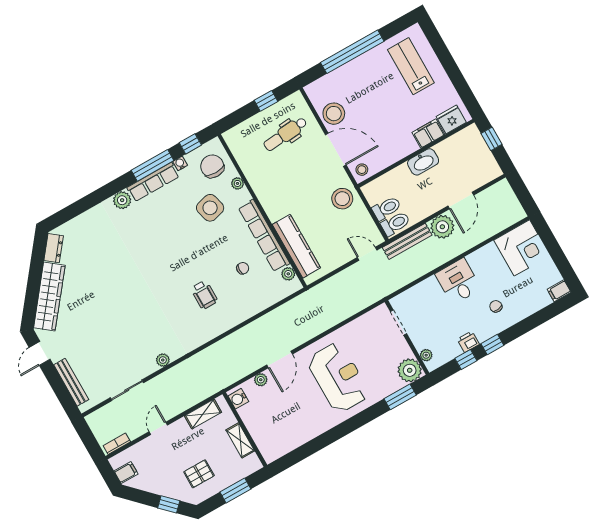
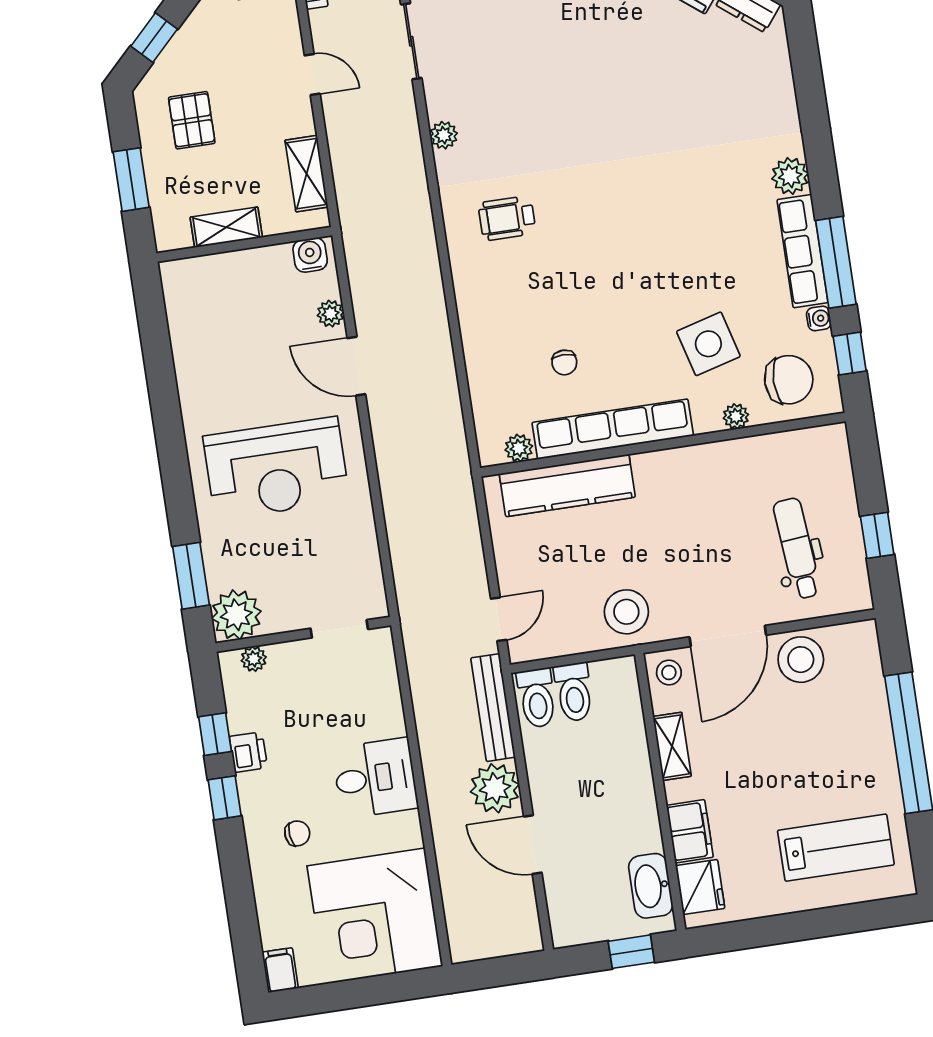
shelving: (394, 156) -> (672, 746), added
washbasin: (423, 162) -> (651, 886), moved
corner desk: (522, 248) -> (375, 916), width x1.36, depth x1.36
wheelchair: (204, 295) -> (507, 218), moved

